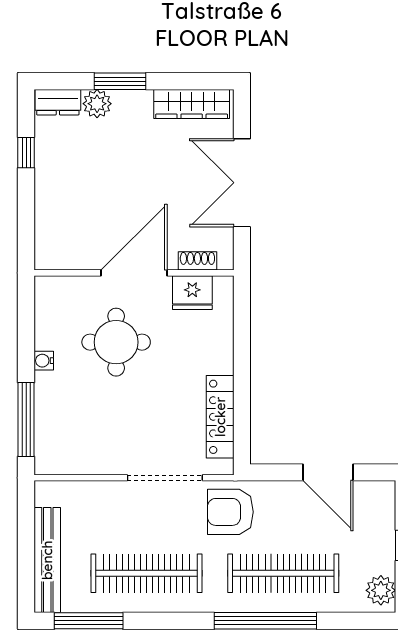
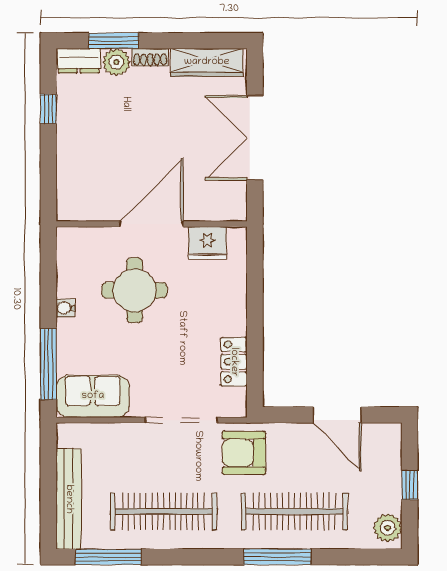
window: (120, 81) -> (114, 41), moved
shoe rack: (197, 261) -> (150, 57), moved, turned 180
locker: (220, 417) -> (234, 362), width x0.66
sofa: (72, 453) -> (93, 396), added
window: (265, 621) -> (277, 557), width x0.68

